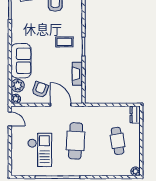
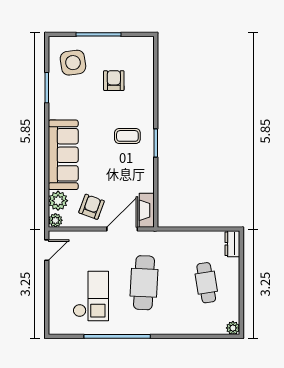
sofa: (21, 61) -> (63, 155), width x1.36
fireplace: (77, 74) -> (147, 210), moved
door: (61, 105) -> (122, 229), hinge flipped
door: (10, 119) -> (47, 250), hinge flipped

